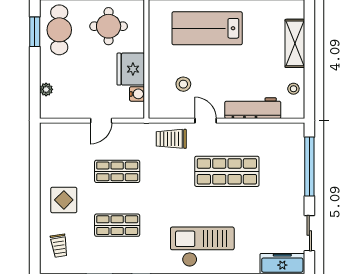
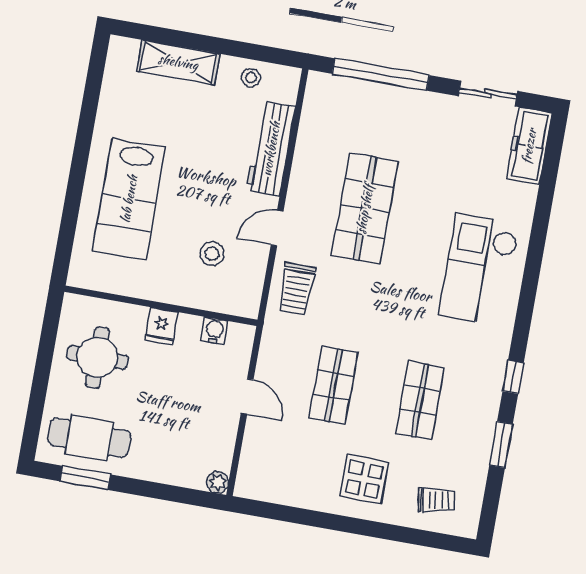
fridge: (131, 69) -> (161, 326), width x0.53, depth x0.75
plant: (46, 89) -> (218, 482), moved

